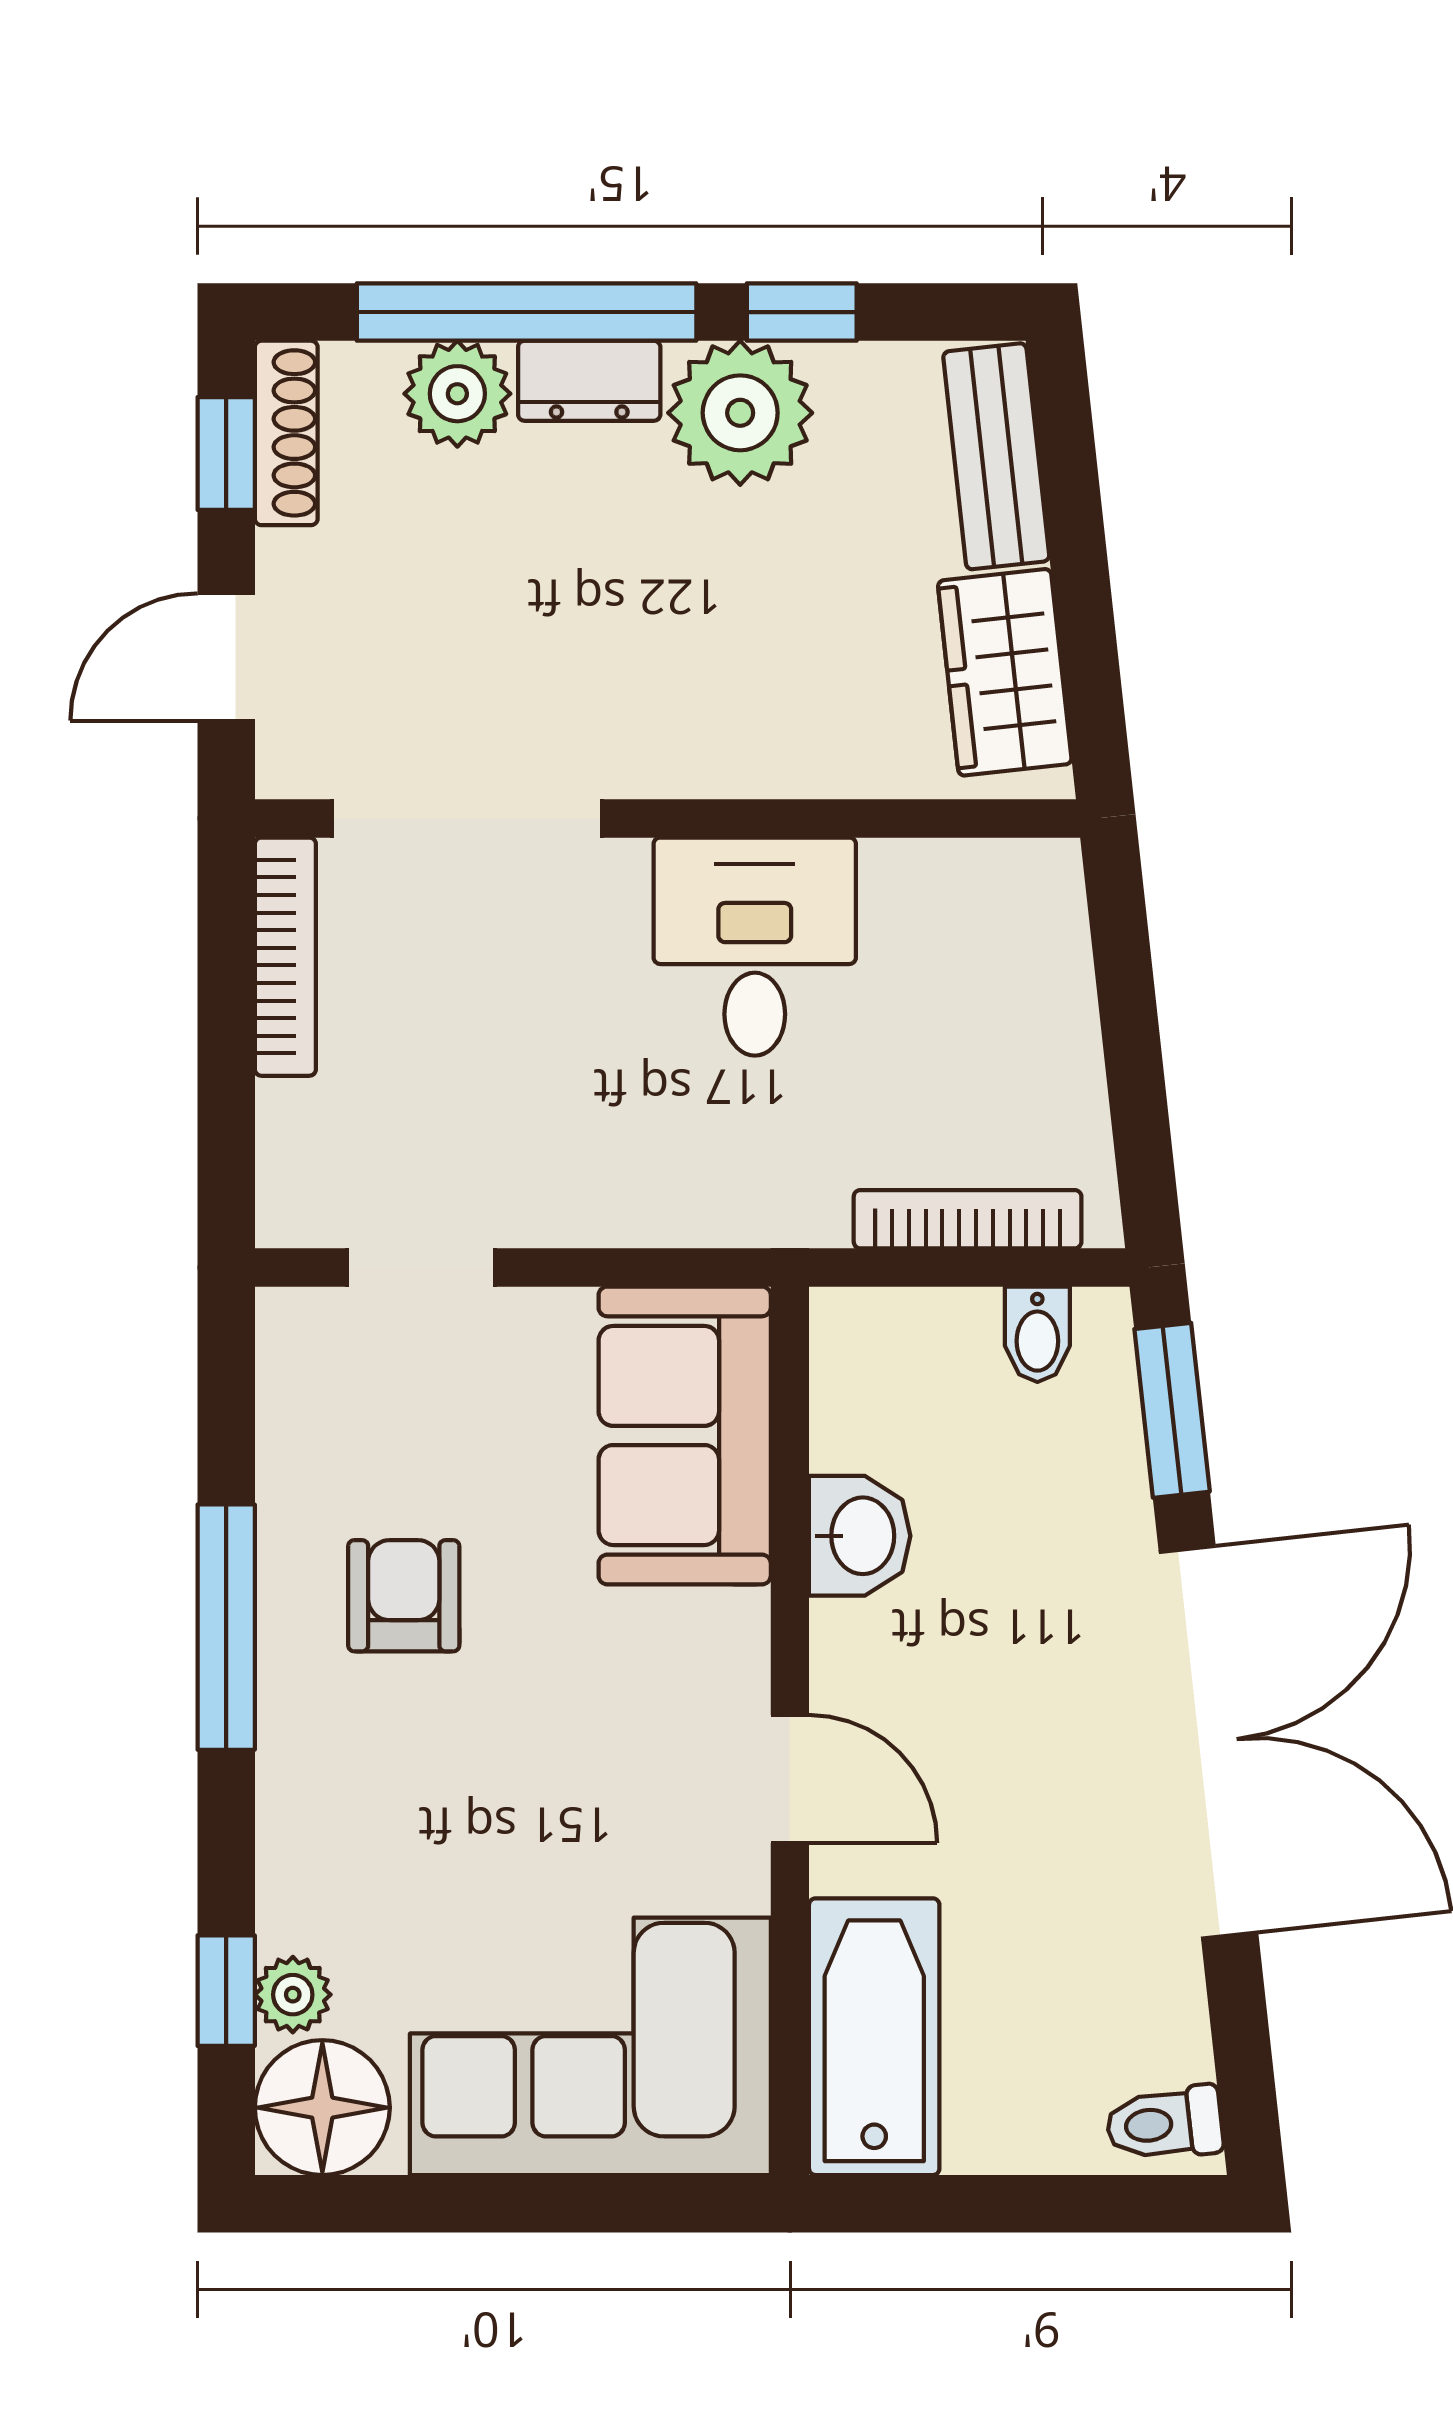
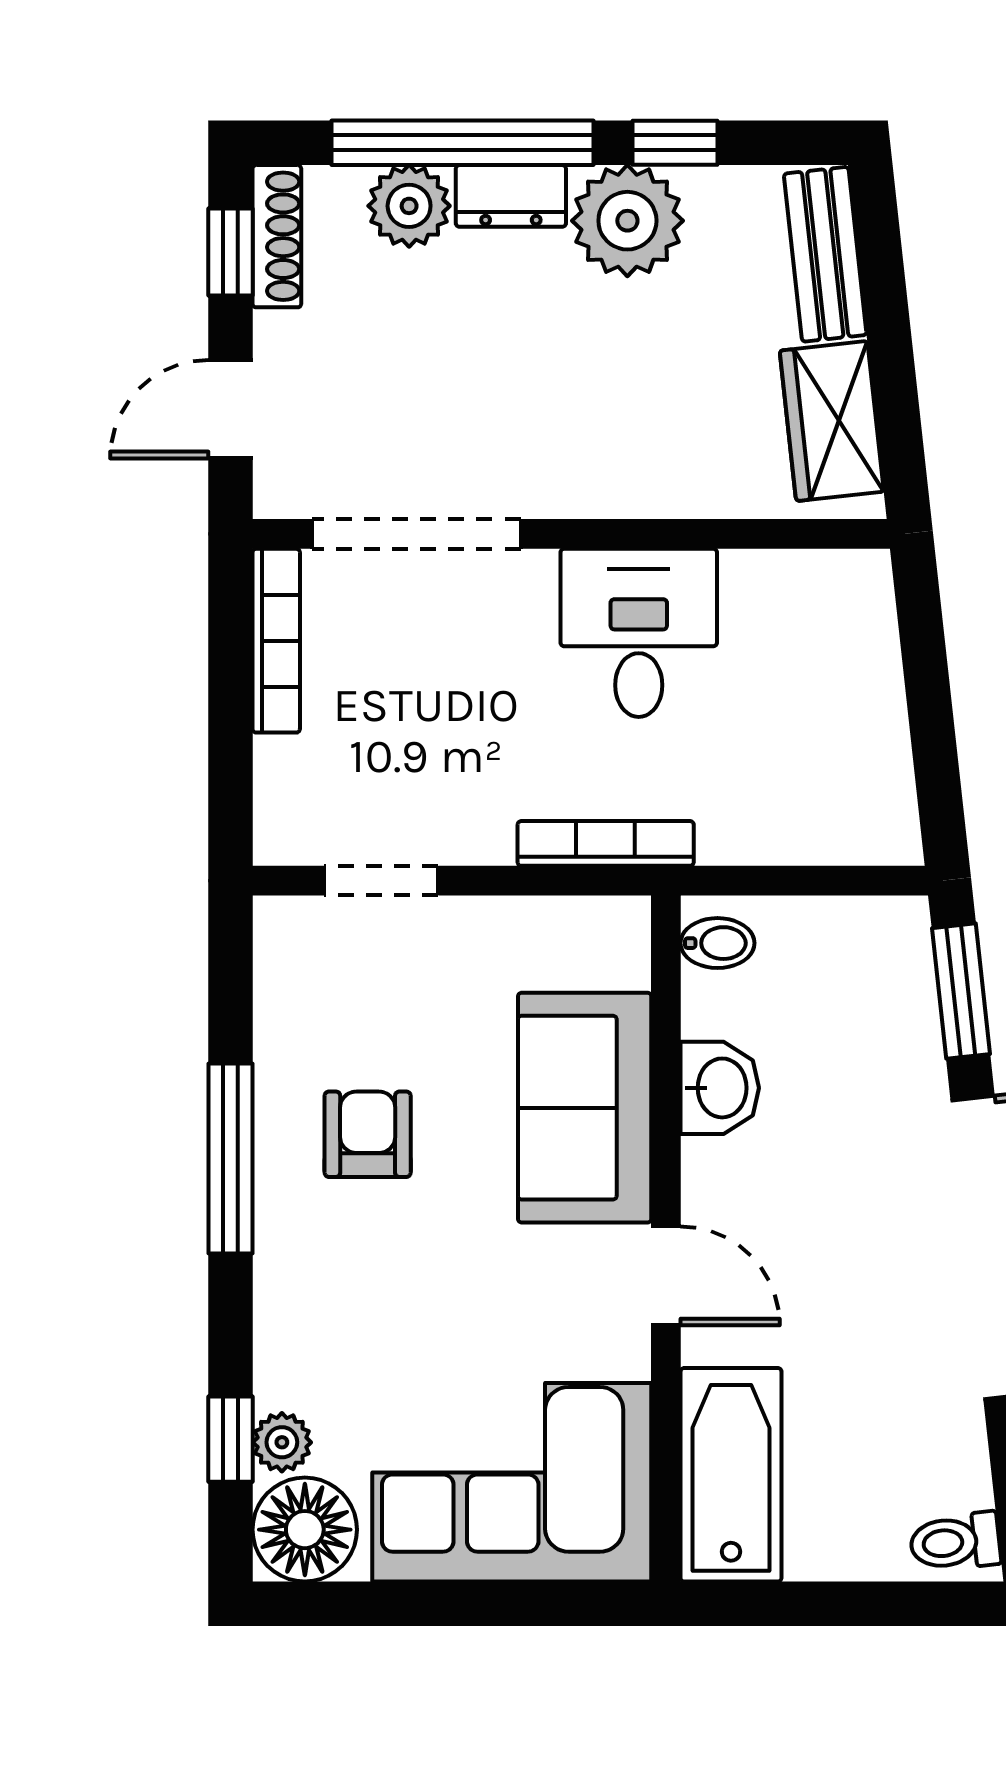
bookcase: (968, 1219) -> (606, 843), moved
bidet: (1037, 1334) -> (718, 943), moved, turned -90
sofa: (685, 1435) -> (585, 1108), moved

